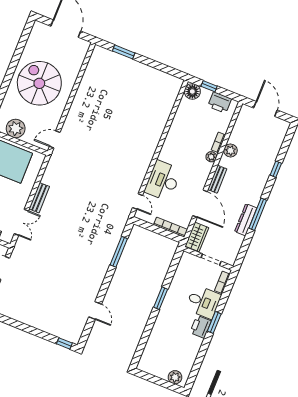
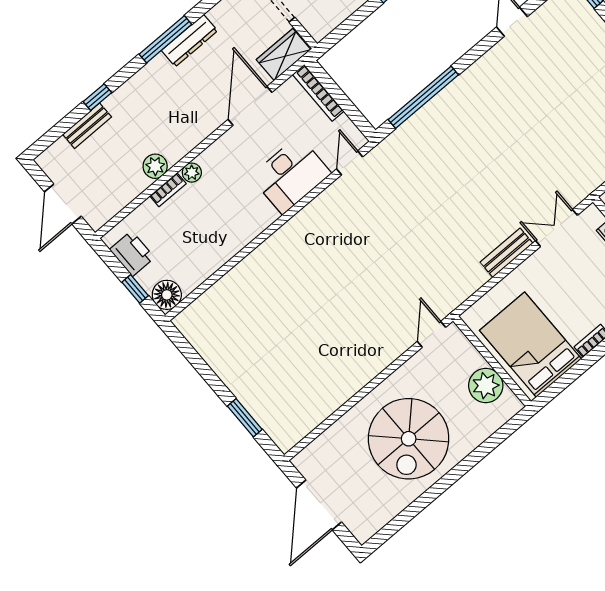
door: (55, 139) -> (432, 334), swing flipped
bench: (217, 179) -> (87, 126), moved
window: (119, 252) -> (423, 97), width x1.46

